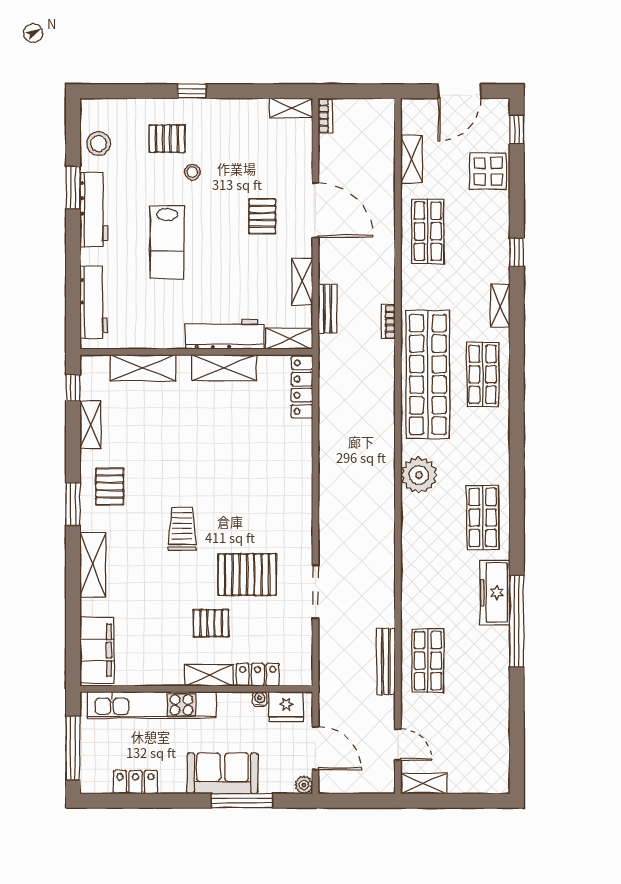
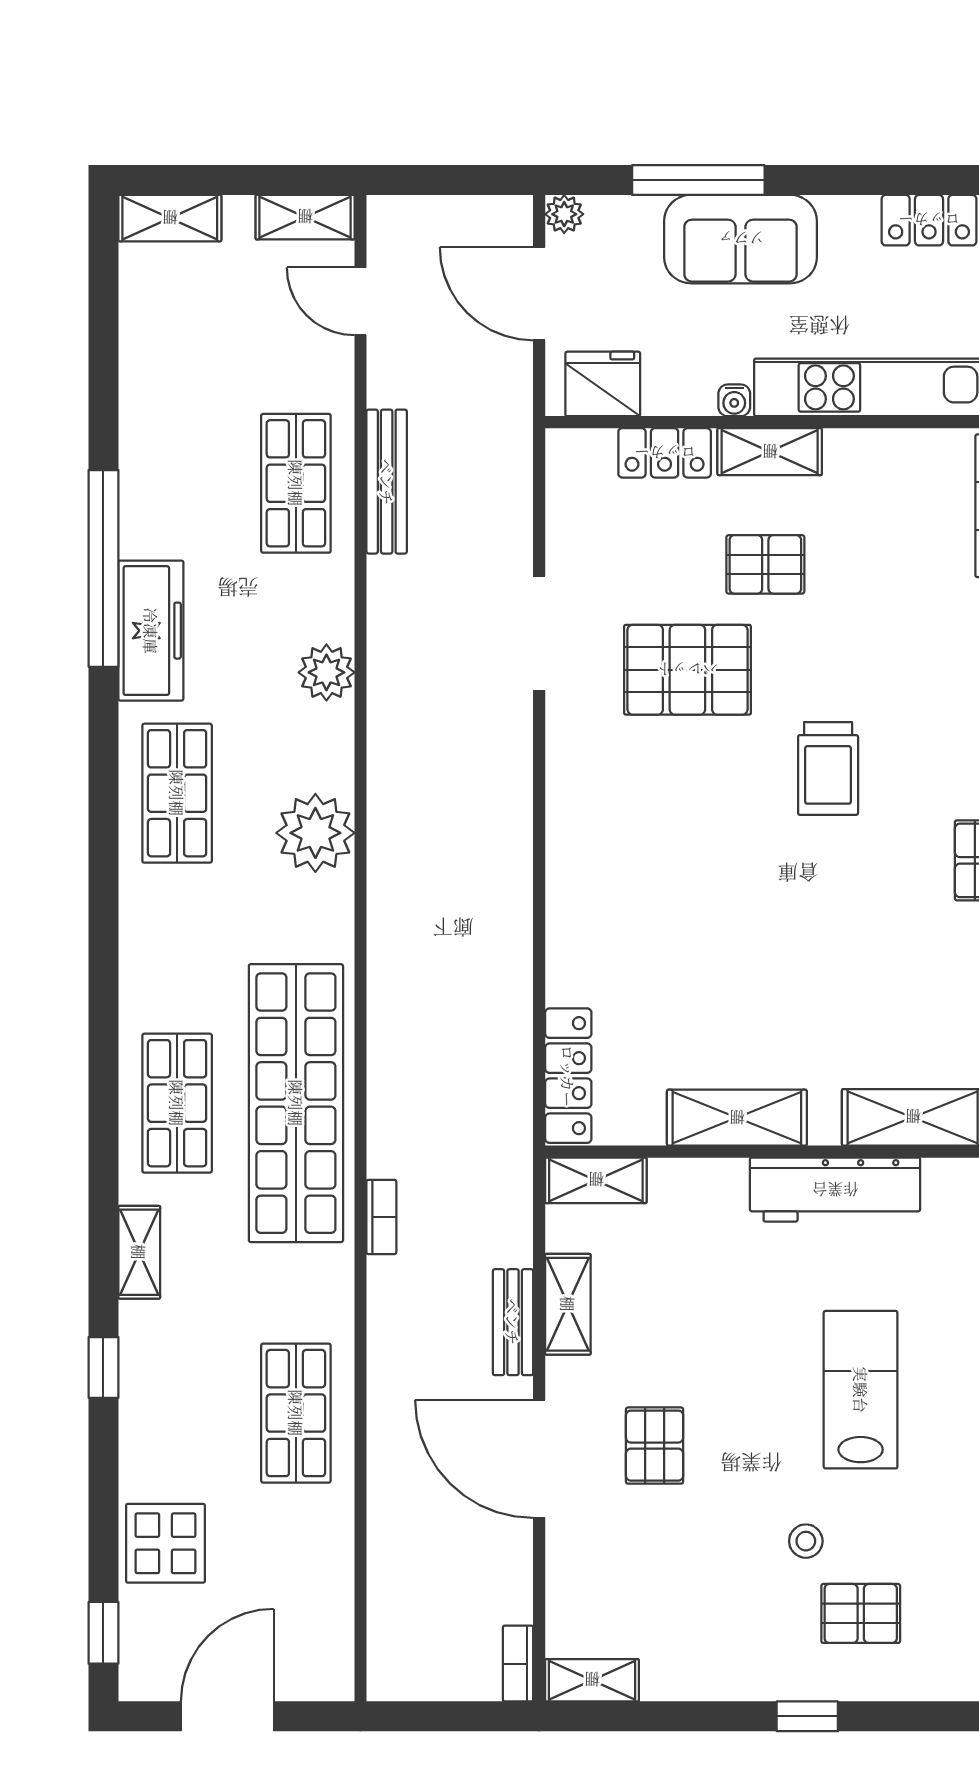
shelving: (411, 159) -> (170, 218), moved, turned 90
bench: (328, 309) -> (513, 1322), moved
workbench: (225, 334) -> (835, 1190), moved
plant: (419, 475) -> (315, 833), moved
plant: (414, 573) -> (326, 672), added
water cooler: (260, 699) -> (734, 400), moved

